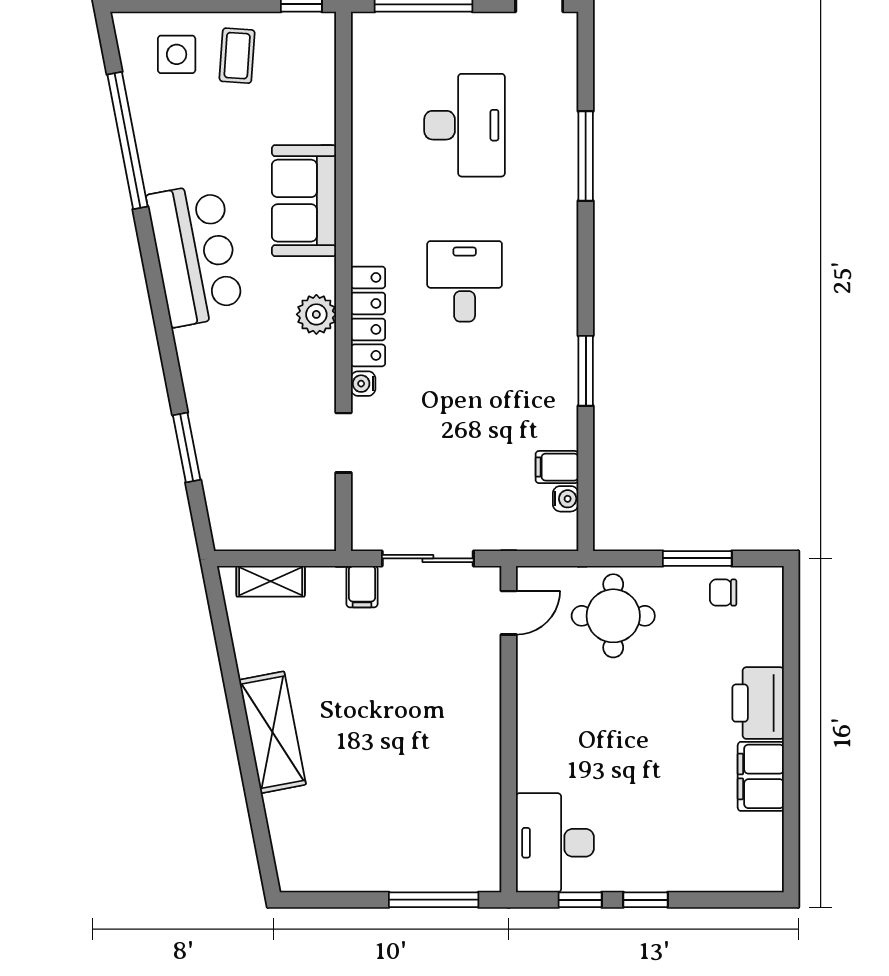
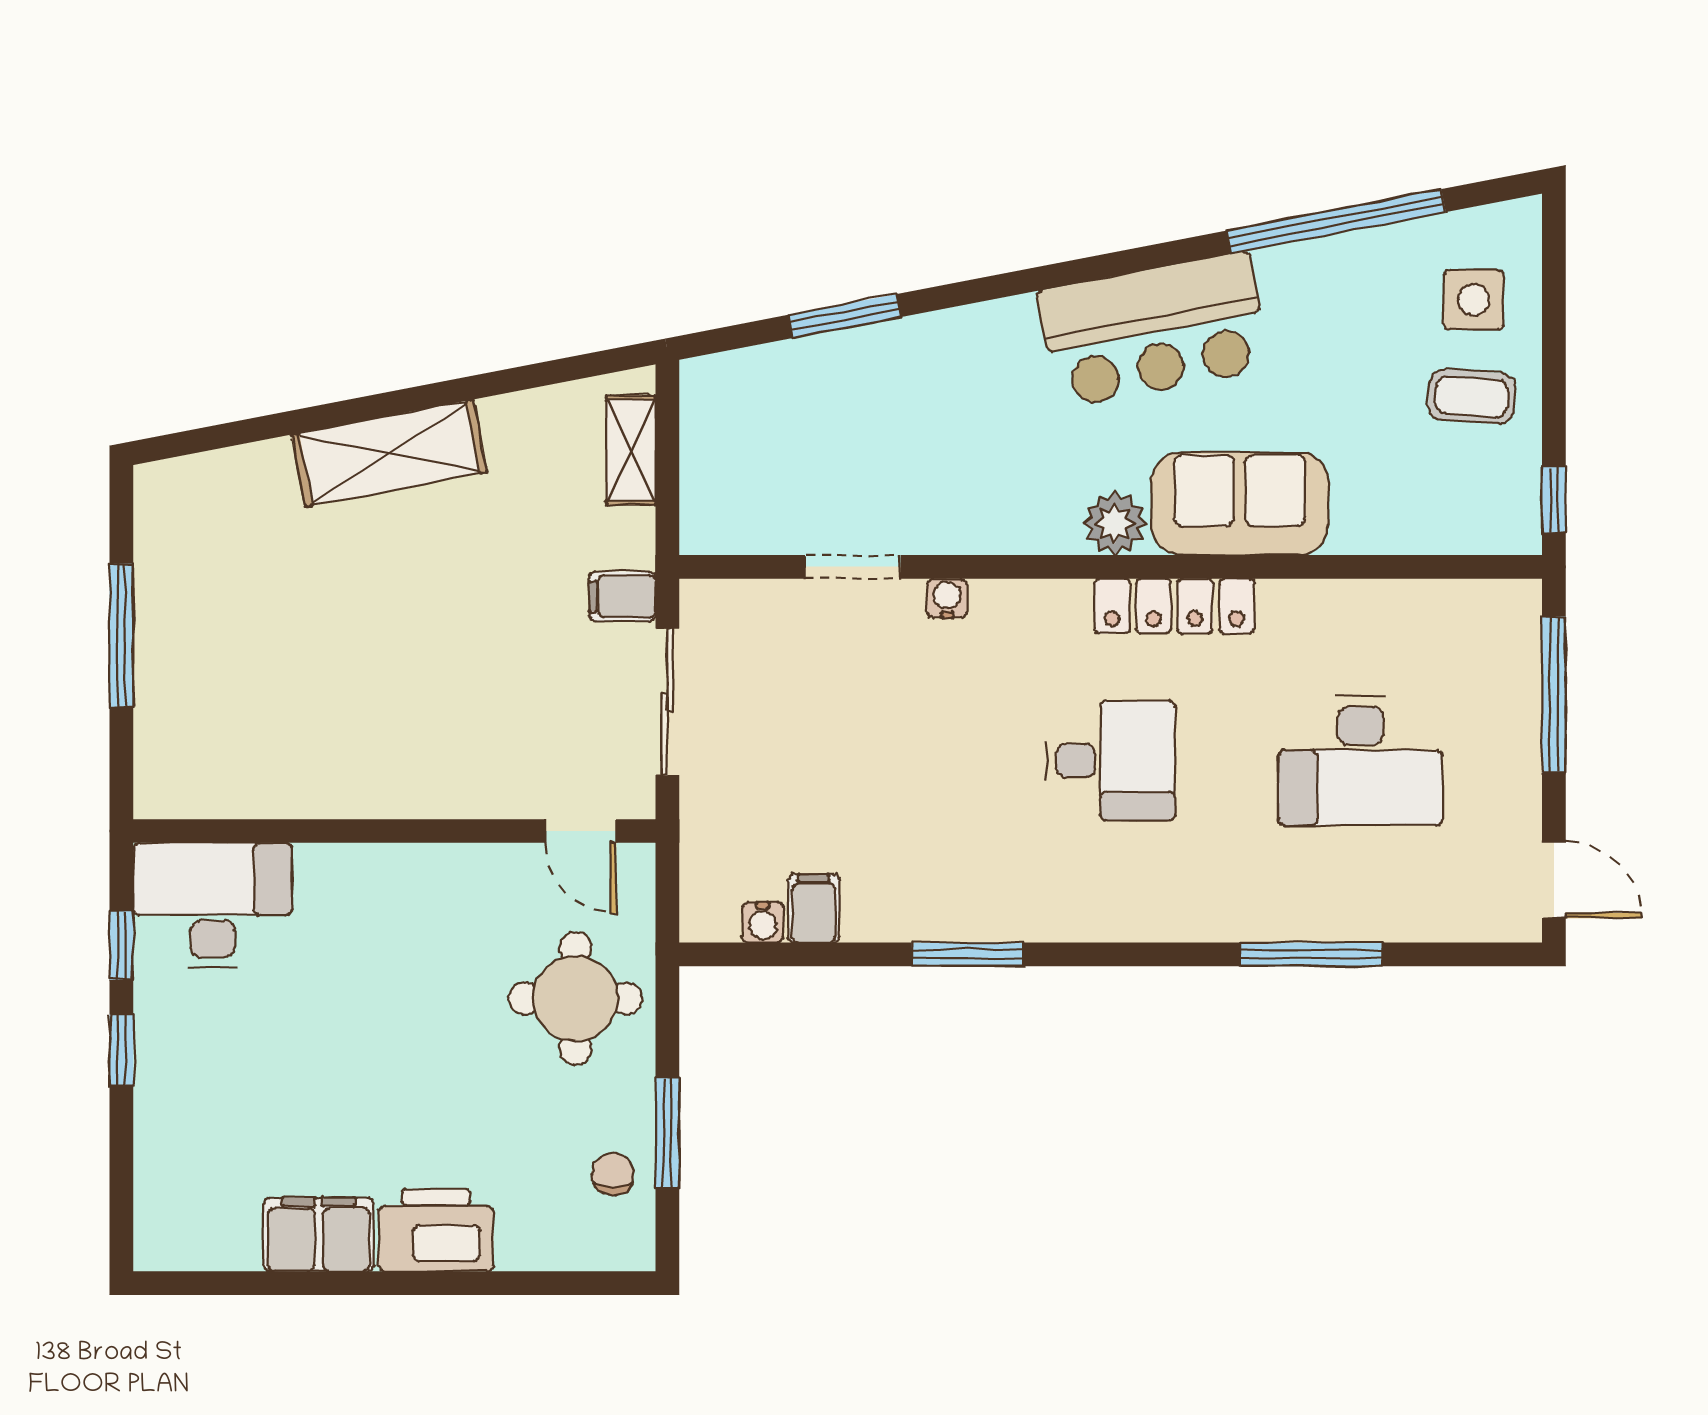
plant: (316, 314) -> (1115, 523), moved
locker: (368, 316) -> (1174, 606), moved
window: (434, 900) -> (121, 635), moved

